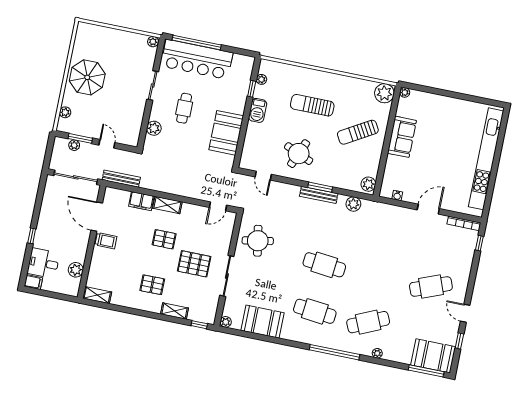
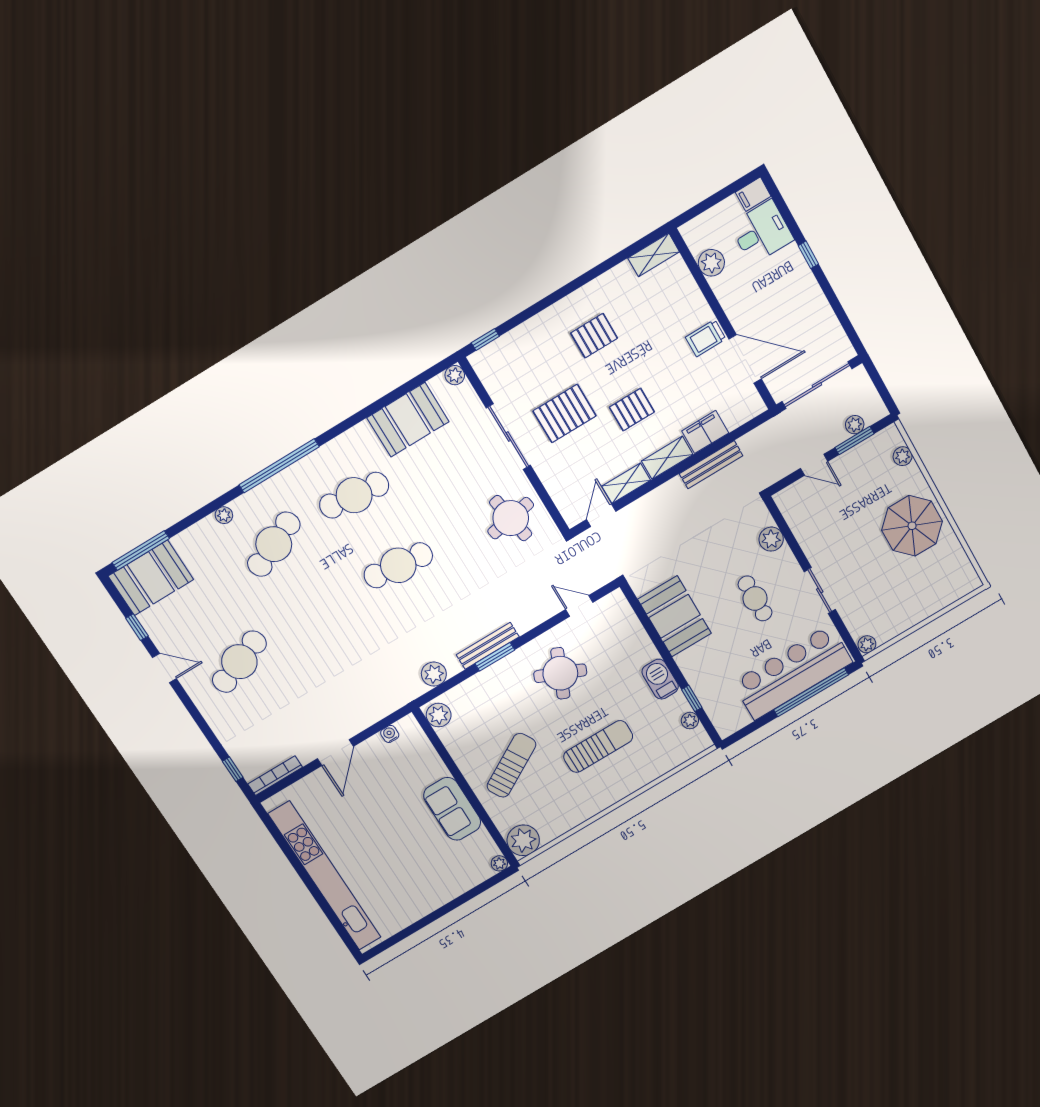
bench: (121, 179) -> (711, 465), moved
shelving: (175, 311) -> (626, 483), moved

